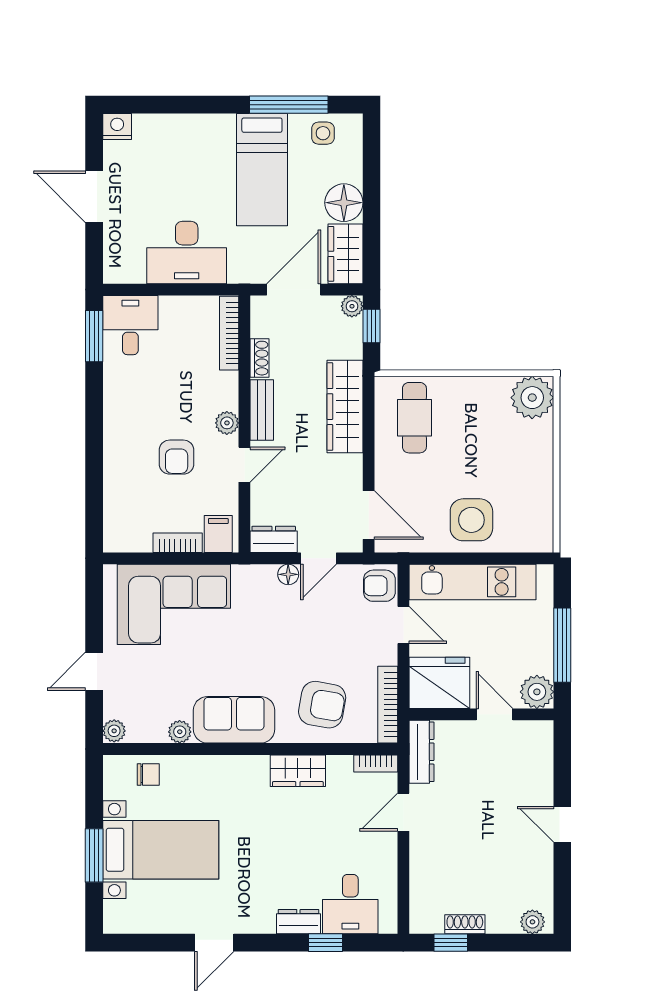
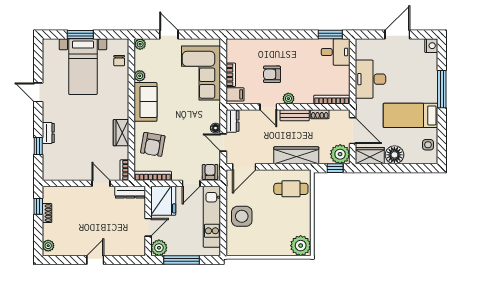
window: (289, 105) -> (442, 89), moved
plant: (352, 306) -> (340, 154), width x1.88, depth x1.88
desk: (350, 904) -> (57, 158), removed

